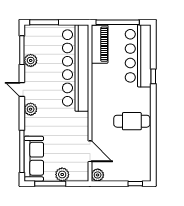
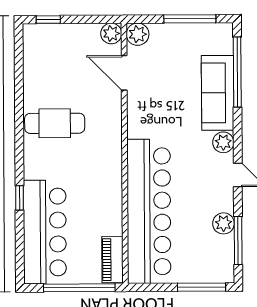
piano: (100, 44) -> (112, 260), width x0.73, depth x0.75
sofa: (34, 159) -> (218, 93), moved
plant: (62, 174) -> (138, 34), moved

